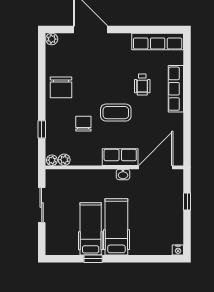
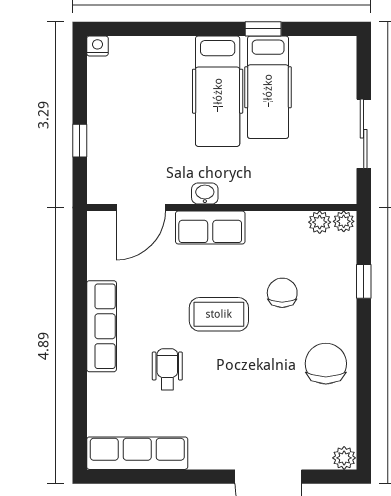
row of seats: (176, 89) -> (102, 326), moved
chair: (83, 124) -> (282, 293), turned 180
door: (156, 167) -> (141, 208), width x0.73

